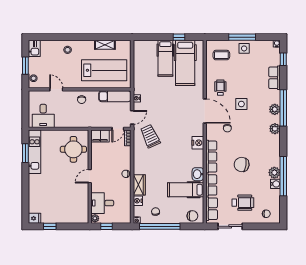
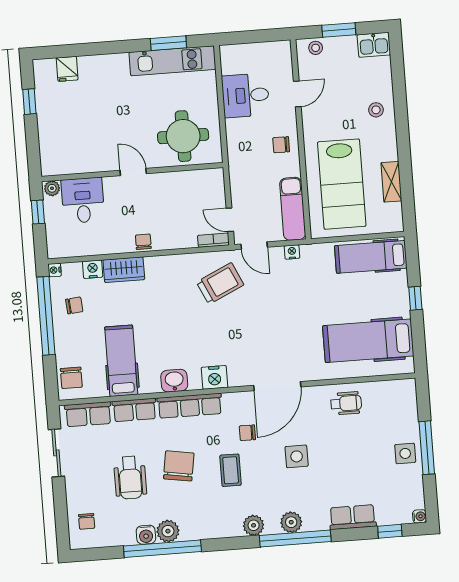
window: (179, 37) -> (415, 298), moved
coffee table: (221, 55) -> (231, 470), moved
hospital bed: (165, 58) -> (371, 257), moved
wheelchair: (220, 88) -> (346, 403), moved
desk: (43, 116) -> (245, 95), moved
filing cabinet: (100, 136) -> (213, 186), removed
washbasin: (198, 174) -> (174, 381), moved
wheelchair: (243, 203) -> (130, 478), moved
fridge: (35, 218) -> (67, 69), moved

